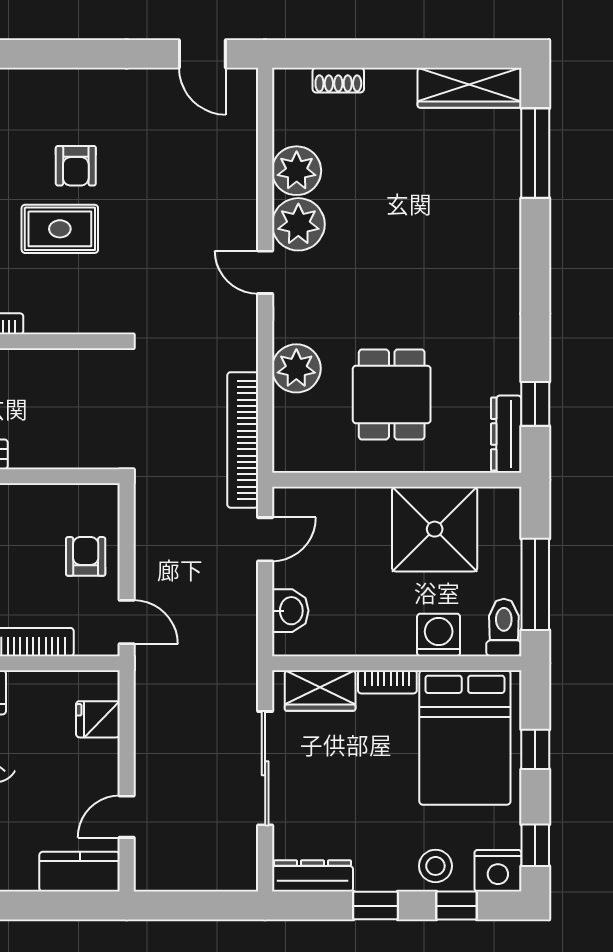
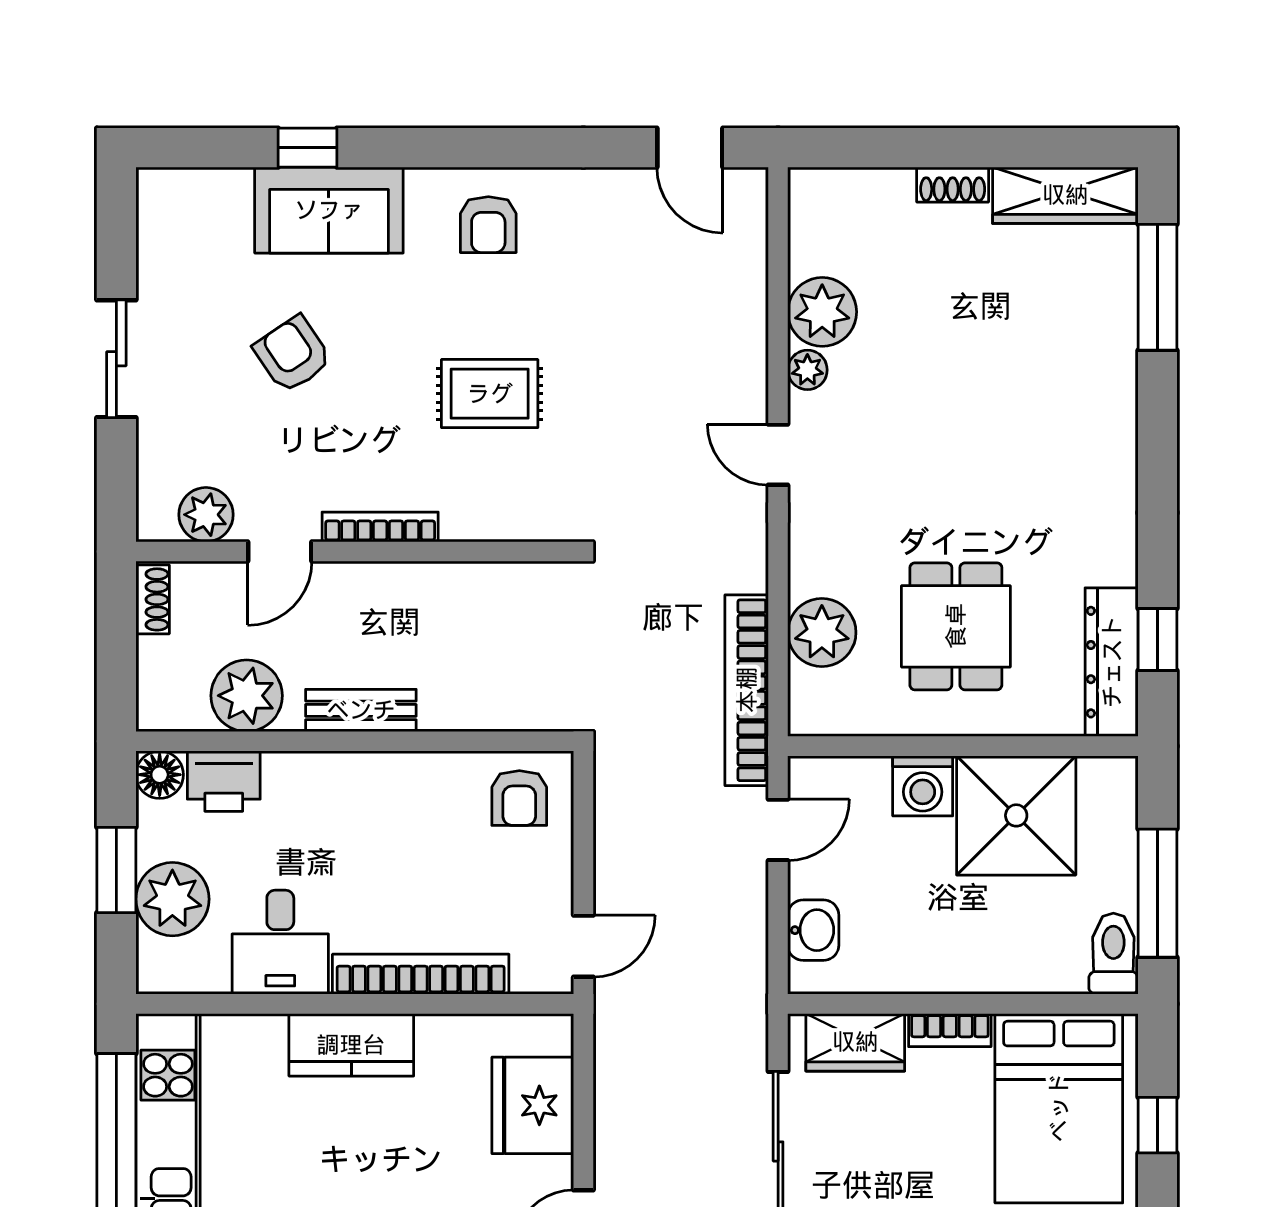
shoe rack: (338, 80) -> (953, 185), moved
armchair: (76, 166) -> (488, 225), moved
plant: (298, 224) -> (807, 370), width x0.53, depth x0.53
plant: (296, 368) -> (822, 632), moved
dresser: (506, 434) -> (1112, 662), width x1.37, depth x1.24
armchair: (86, 556) -> (519, 798), moved, turned 180
door: (127, 622) -> (583, 946), hinge flipped
washing machine: (439, 635) -> (923, 786), moved, turned 180
fridge: (98, 719) -> (533, 1105), width x1.88, depth x1.34

